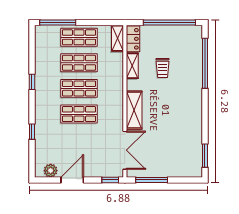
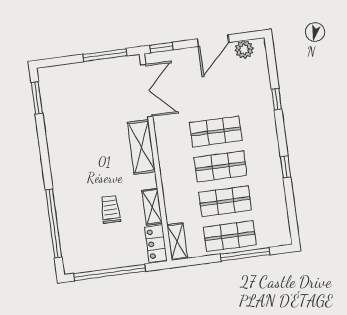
window: (58, 23) -> (245, 254), moved
double door: (125, 150) -> (147, 91), swing flipped

